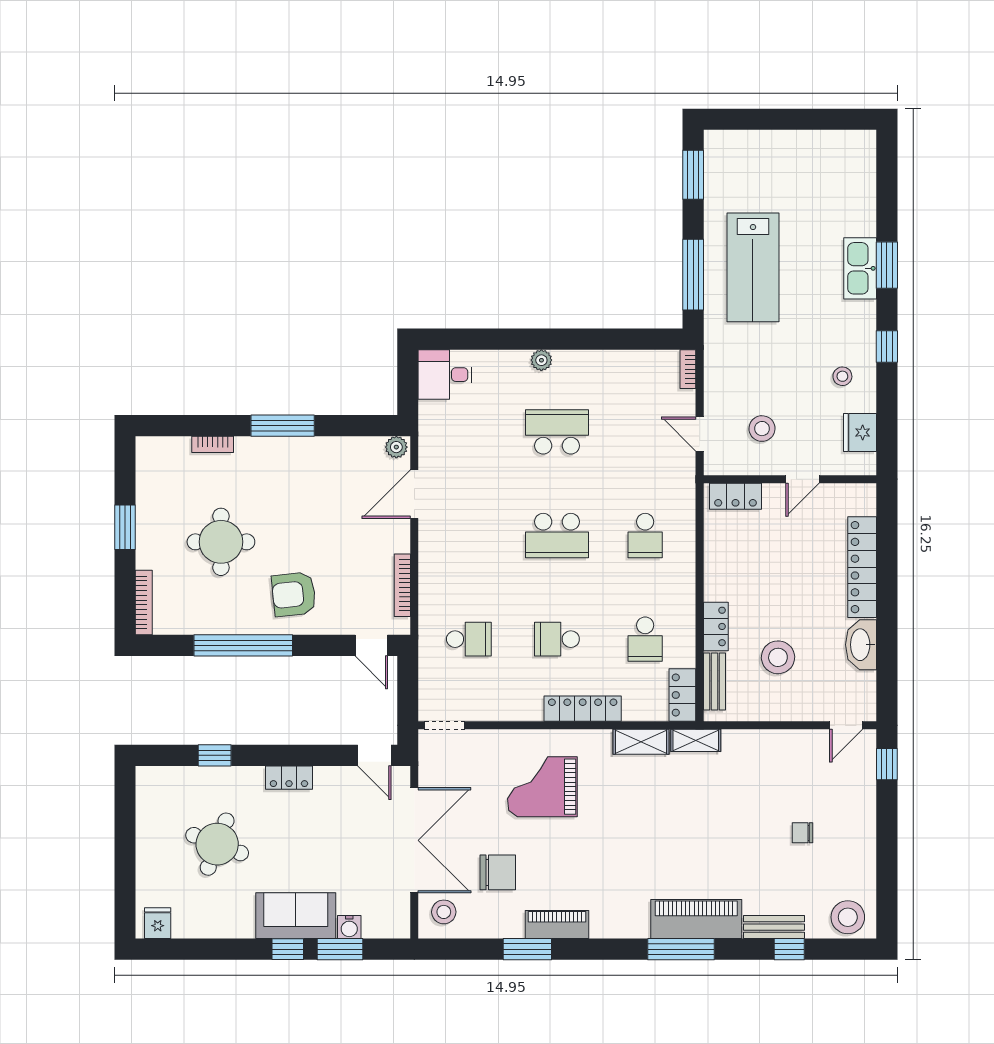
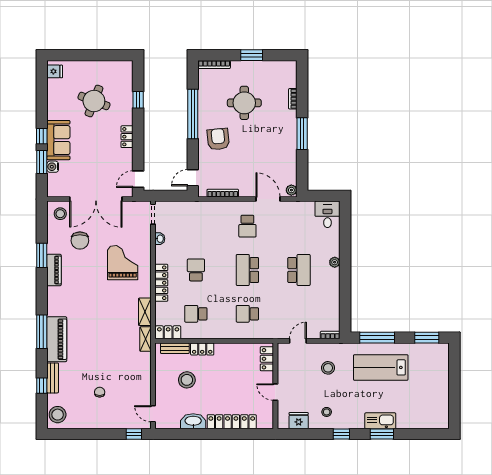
stool: (762, 429) -> (328, 368), moved
school desk: (469, 639) -> (247, 226), moved
washbasin: (494, 712) -> (160, 239), added

